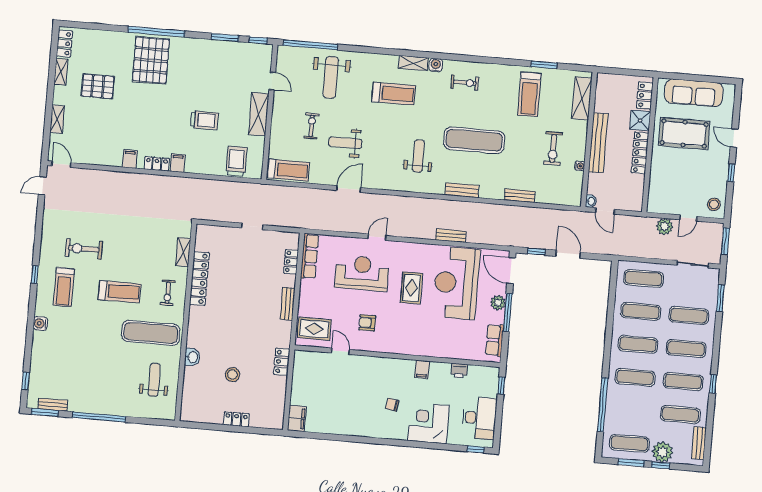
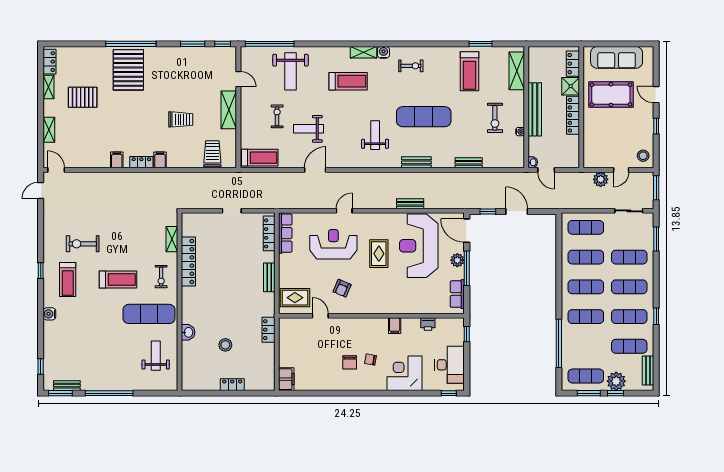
locker: (291, 262) -> (269, 233), width x1.53
armchair: (367, 323) -> (342, 288), turned -67
chair: (369, 406) -> (350, 362), added

